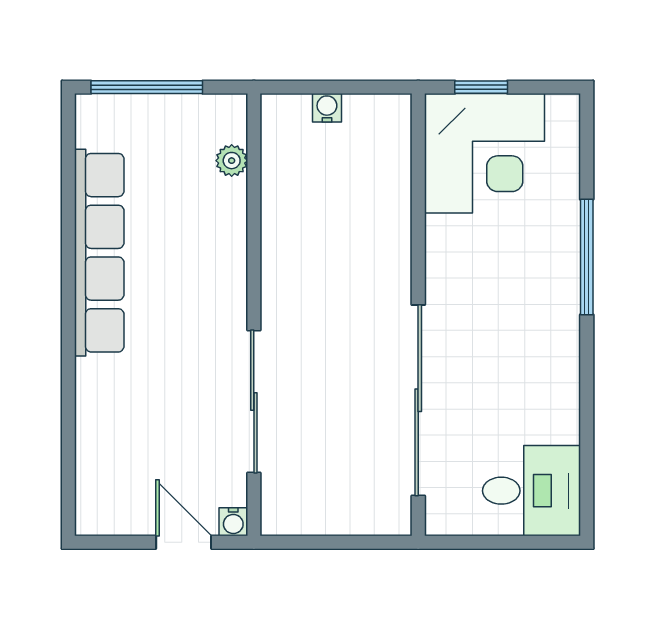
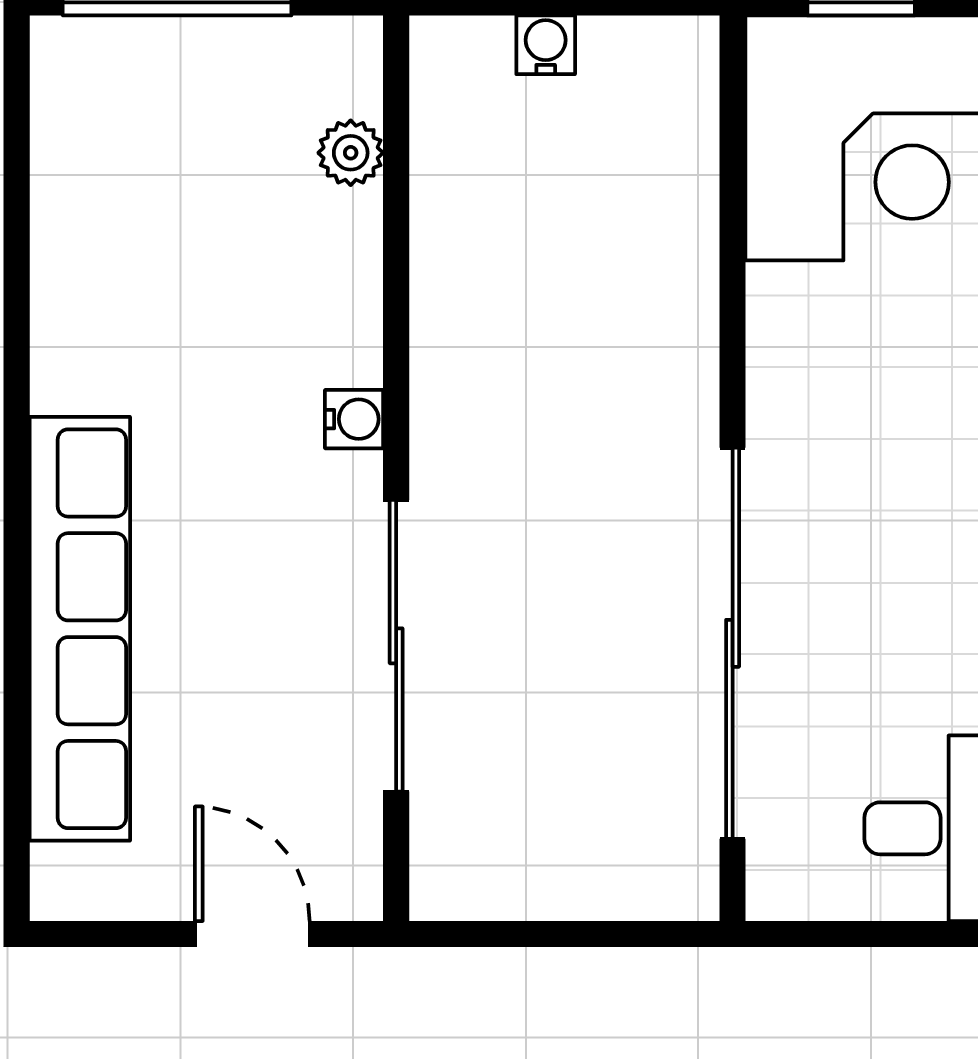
row of seats: (99, 253) -> (80, 629), moved
water cooler: (233, 522) -> (354, 419), moved, turned -90

